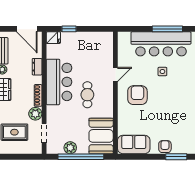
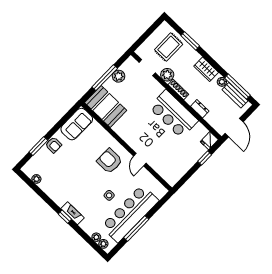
door: (27, 29) -> (234, 128), swing flipped
cafe table: (87, 95) -> (145, 125), removed
armchair: (137, 95) -> (110, 161), turned 180
window: (81, 157) -> (105, 78), width x0.68

